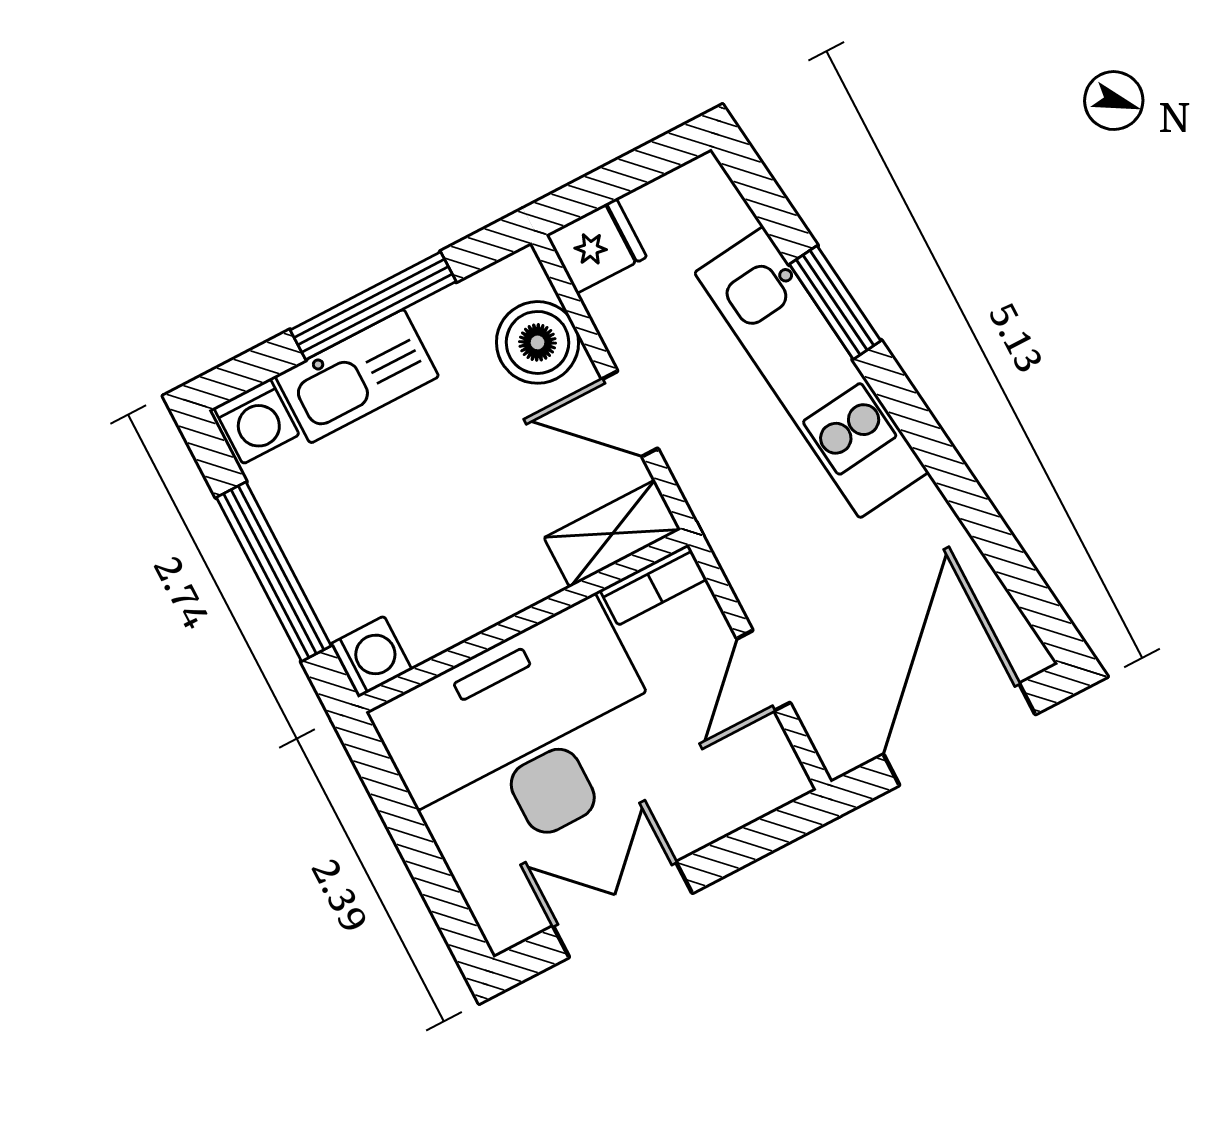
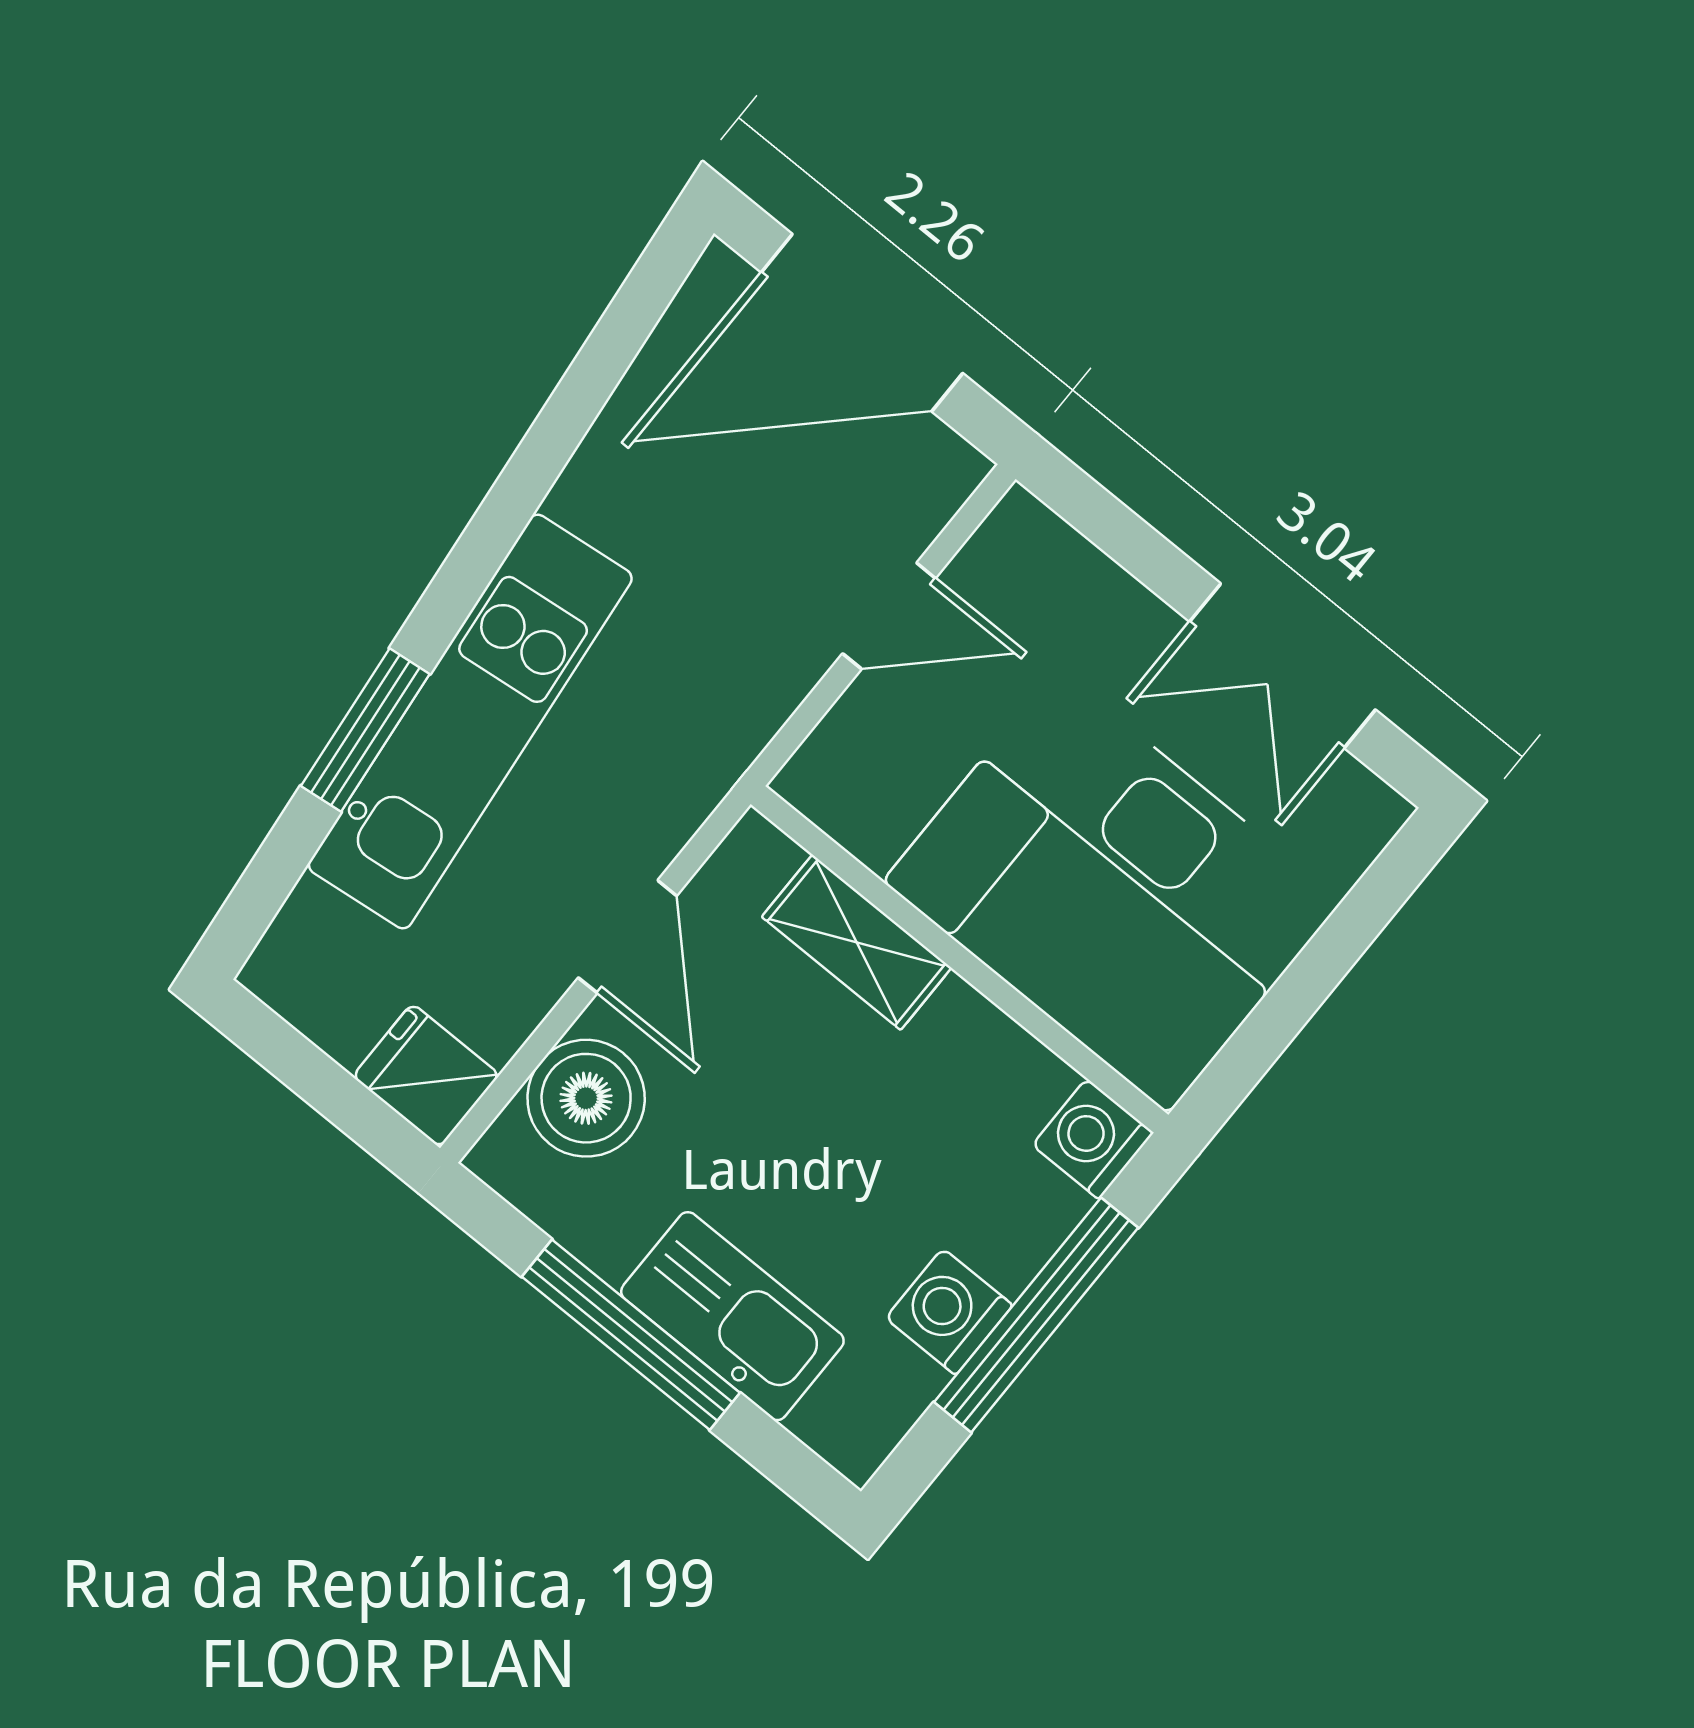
washing machine: (256, 421) -> (949, 1312), moved, turned -90
shelving: (612, 534) -> (857, 942), moved
bookcase: (653, 585) -> (839, 809), removed

